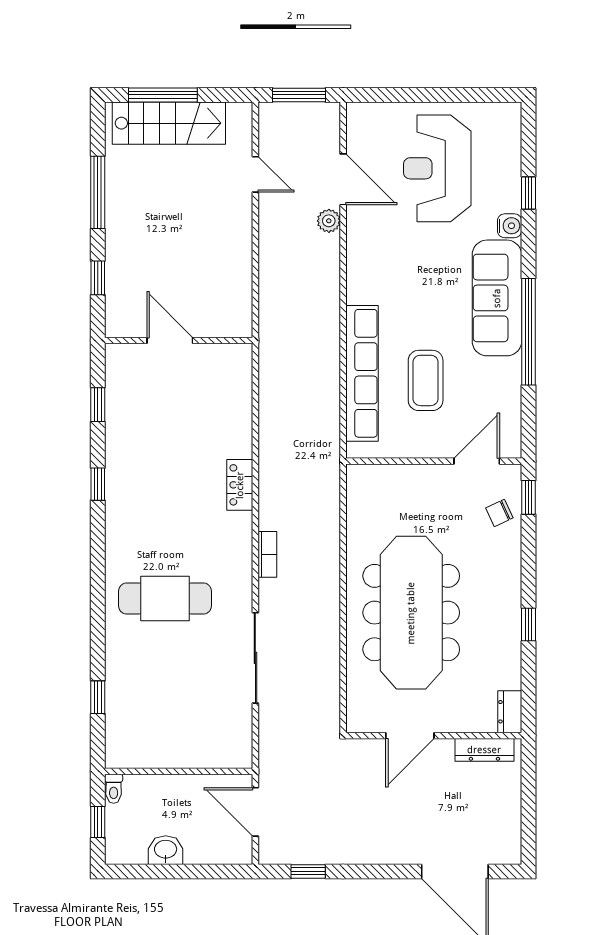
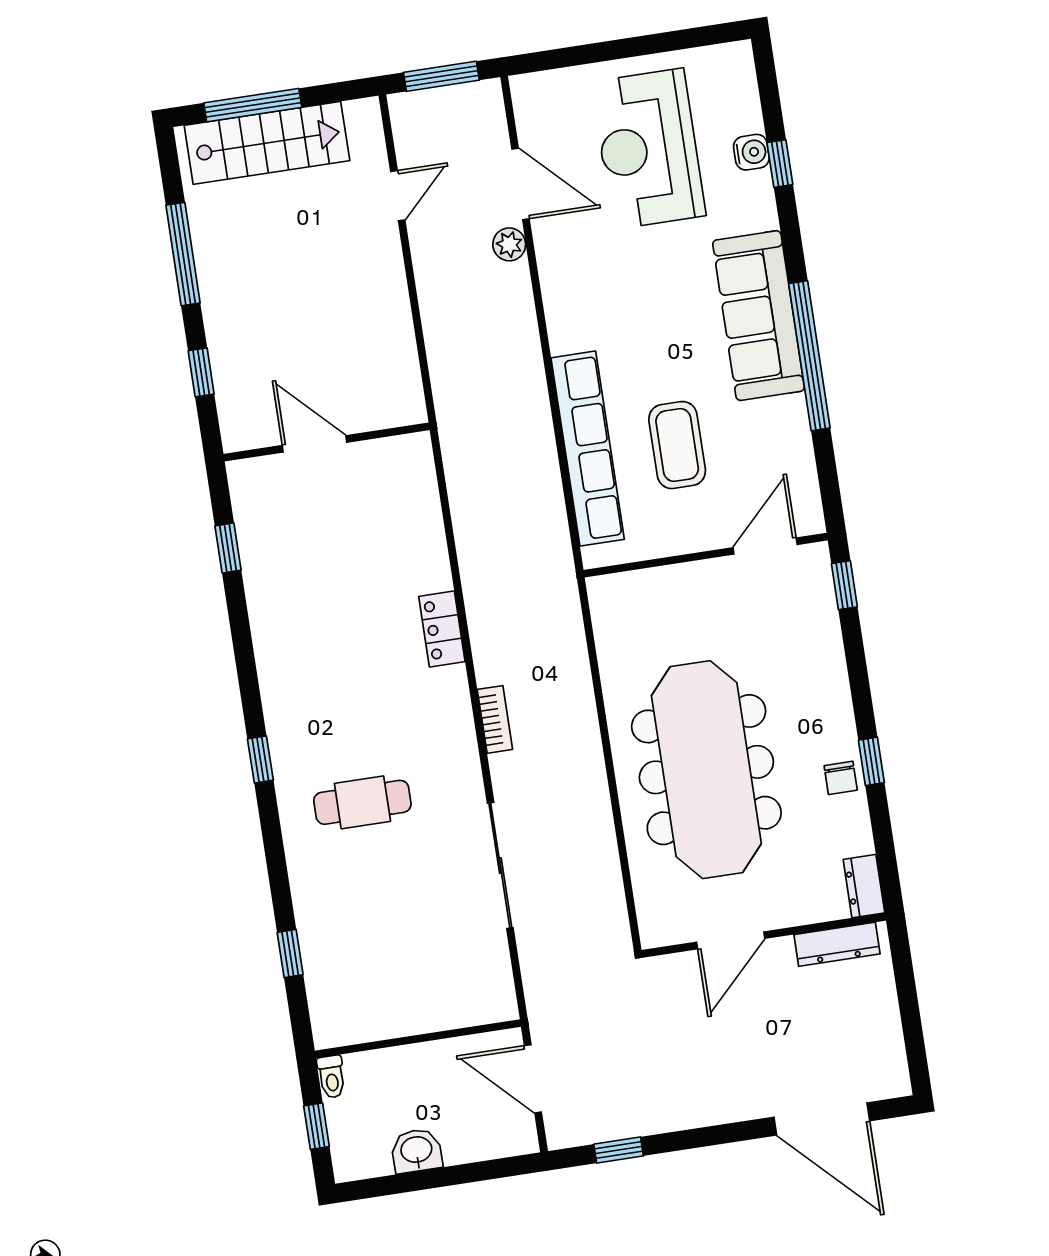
door: (255, 174) -> (398, 196), hinge flipped
water cooler: (510, 226) -> (751, 152), moved
window: (98, 484) -> (260, 759), moved
chair: (499, 513) -> (841, 778), moved, turned -65
cafe table: (165, 599) -> (362, 802), width x0.73, depth x0.74

